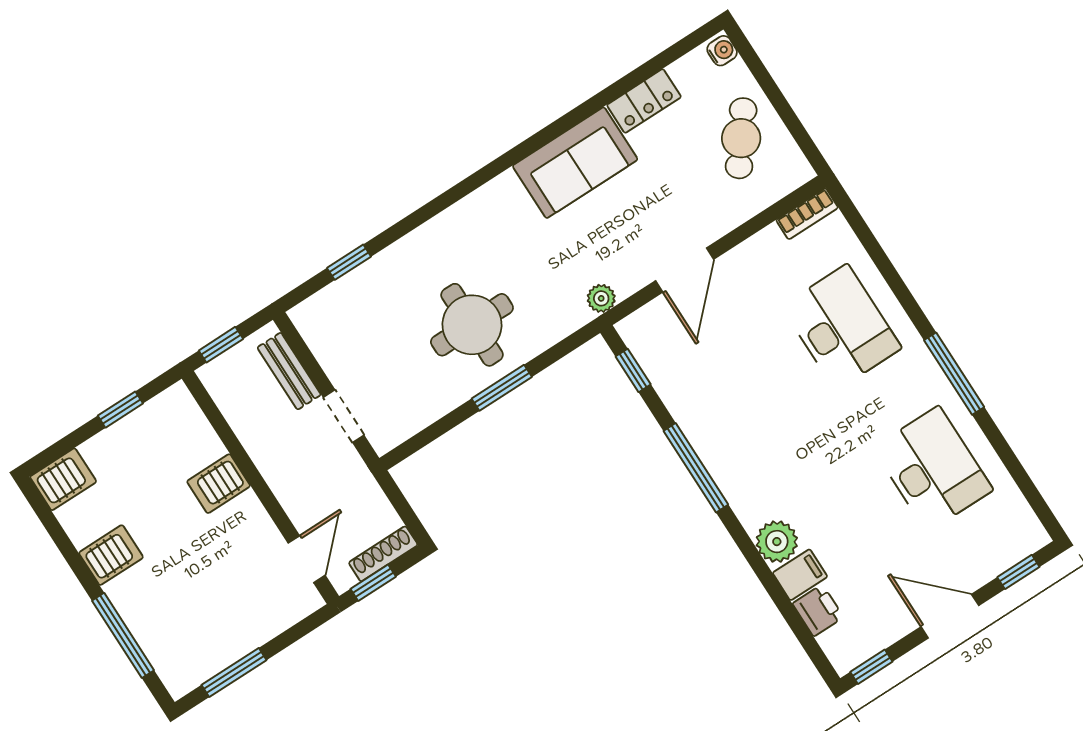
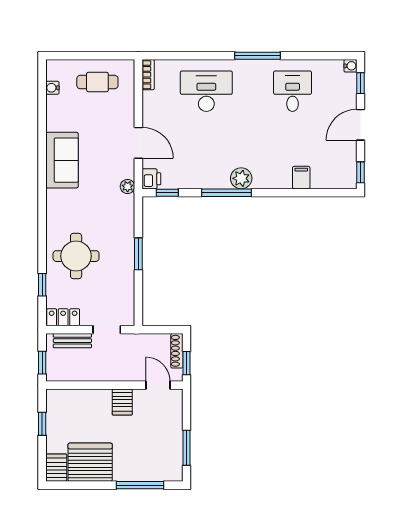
water cooler: (722, 51) -> (52, 88), moved, turned -90
locker: (644, 101) -> (63, 317), moved, turned -90
cafe table: (741, 138) -> (97, 82), turned -37
round table: (472, 325) -> (76, 256), moved
desk: (933, 469) -> (293, 91), width x0.73
server rack: (219, 484) -> (122, 402), moved
water cooler: (1036, 537) -> (350, 66), added
plant: (777, 542) -> (241, 178), moved
server rack: (111, 555) -> (90, 462), width x2.18, depth x1.44
printer: (818, 610) -> (151, 179), moved, turned 90

